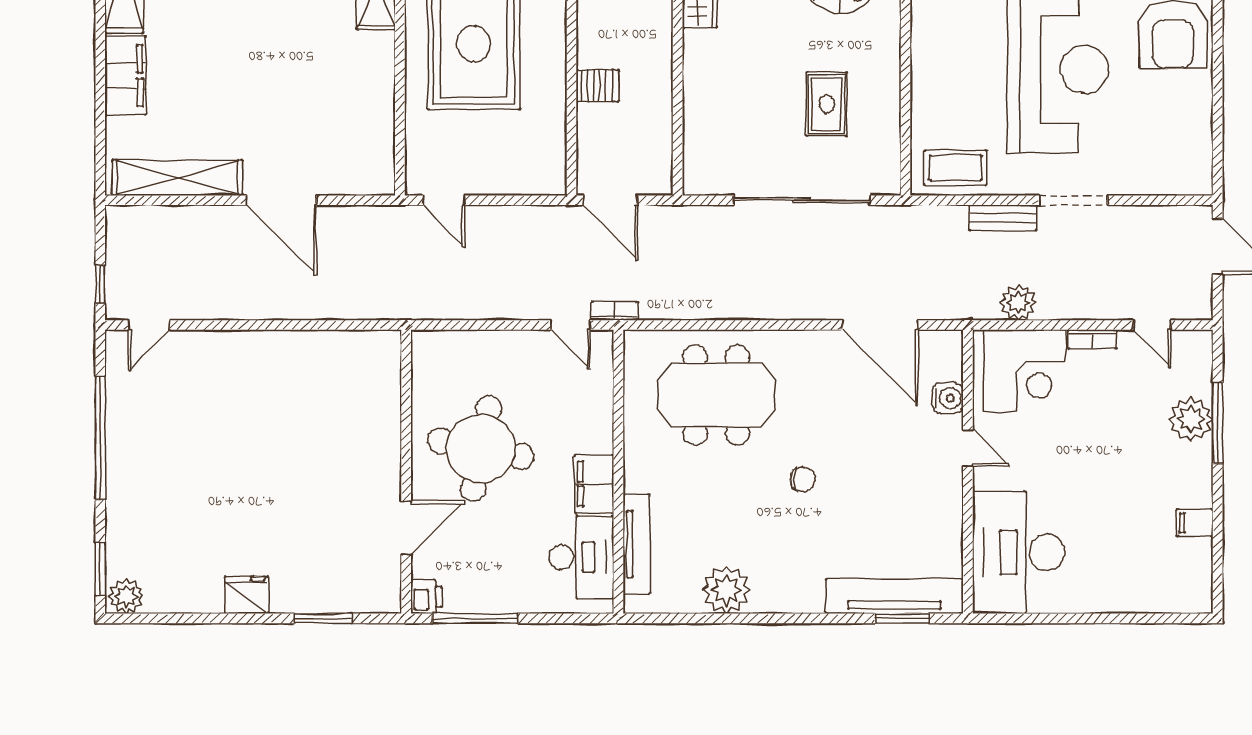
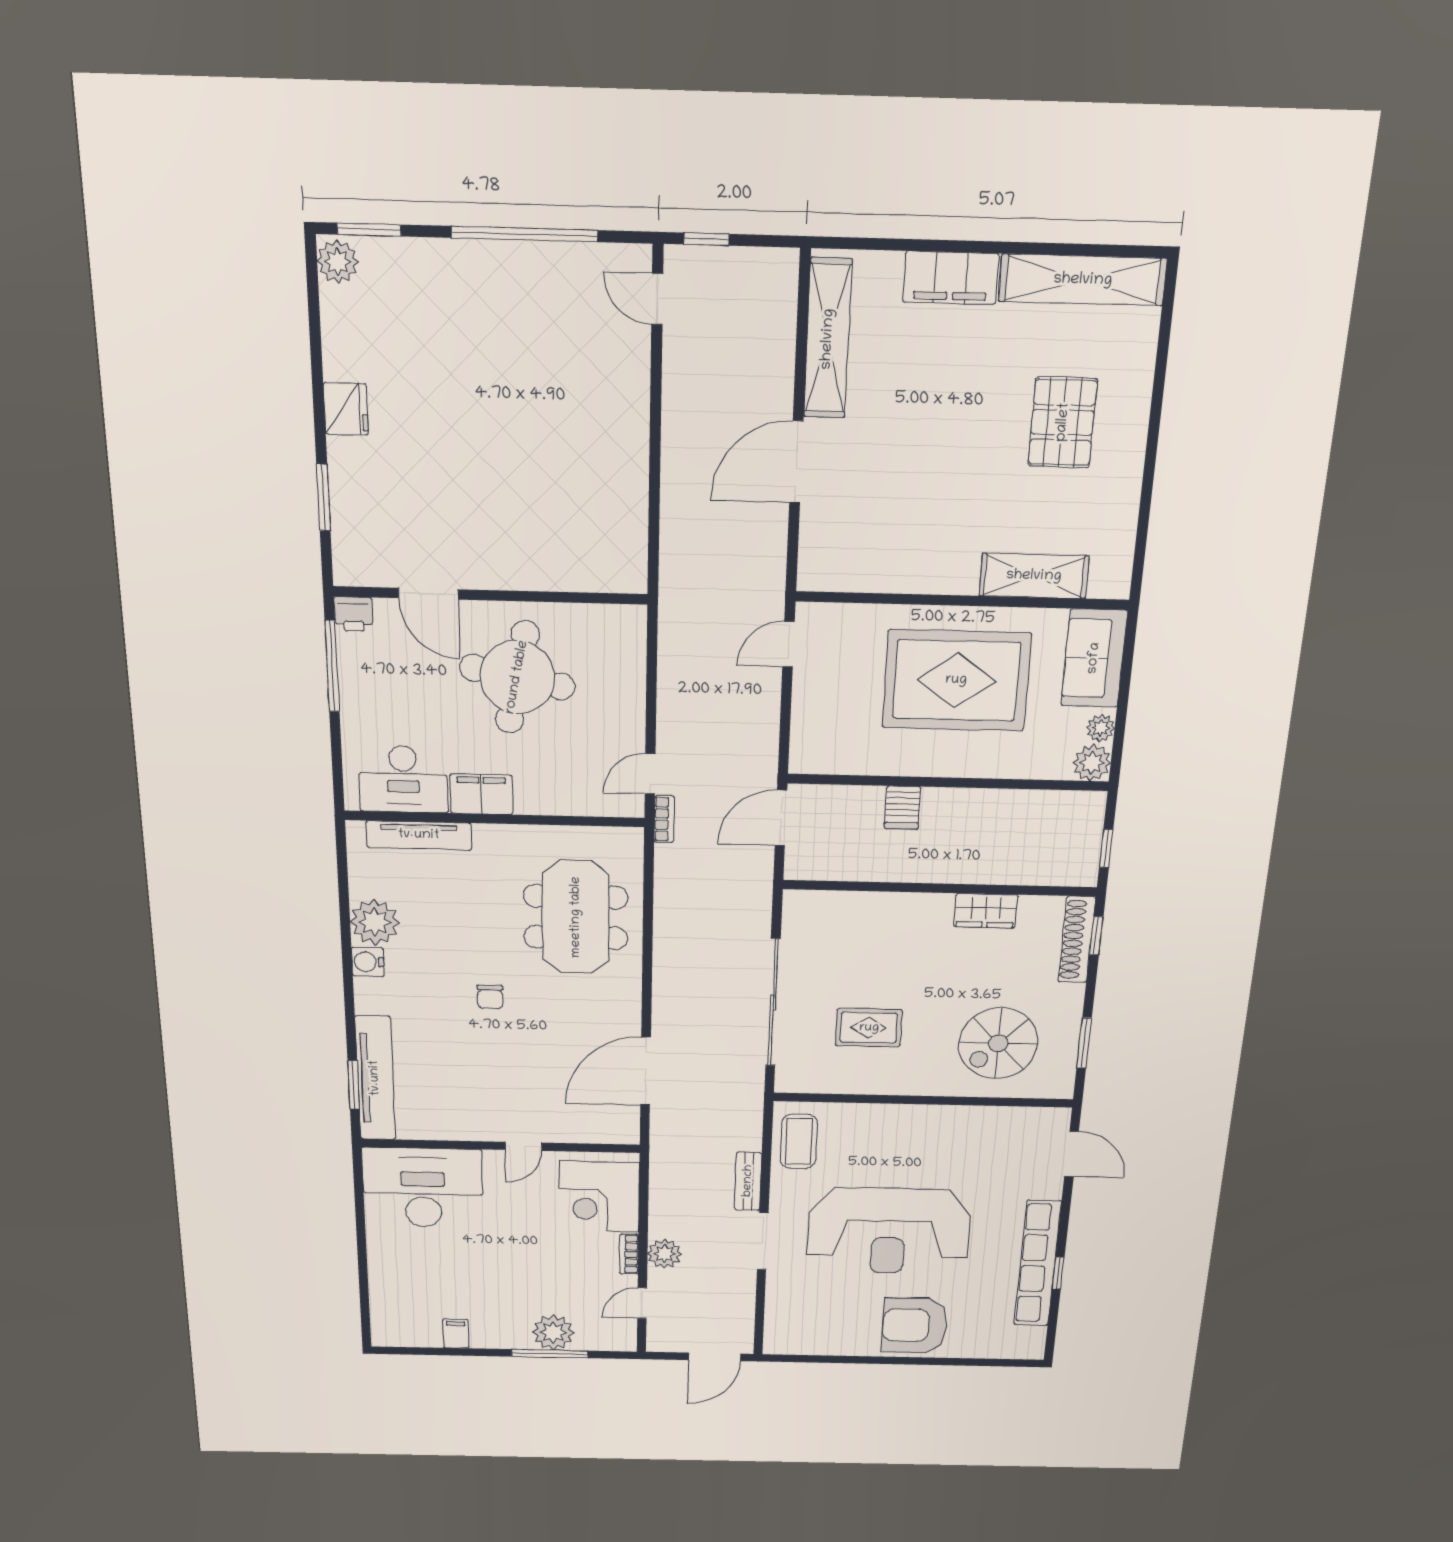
plant: (1018, 302) -> (664, 1254), moved
water cooler: (948, 398) -> (368, 962), moved, turned 90

